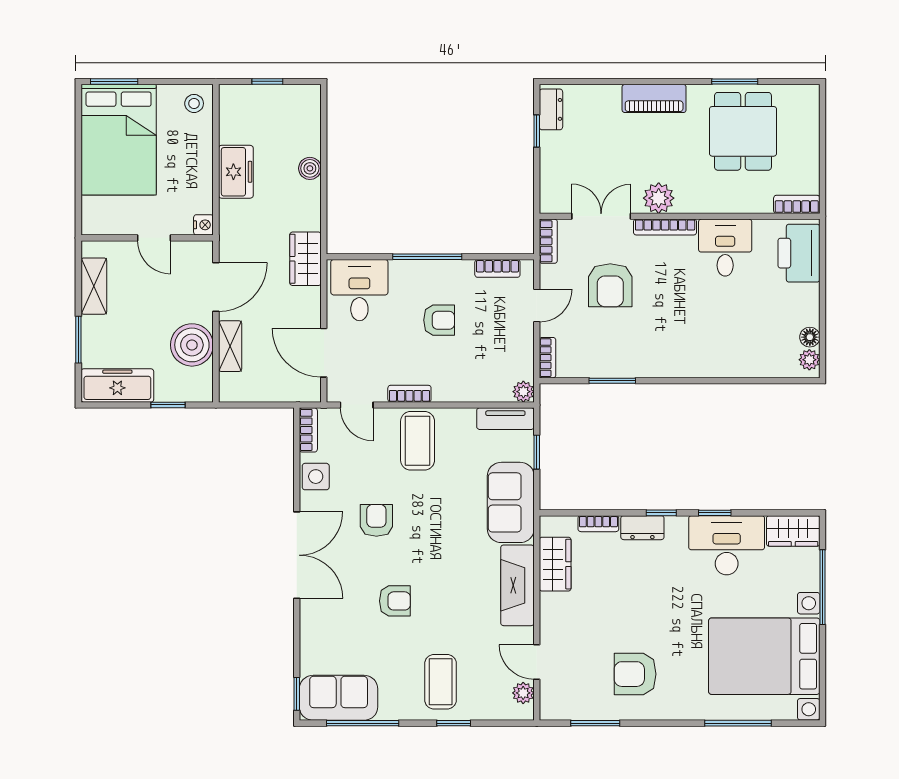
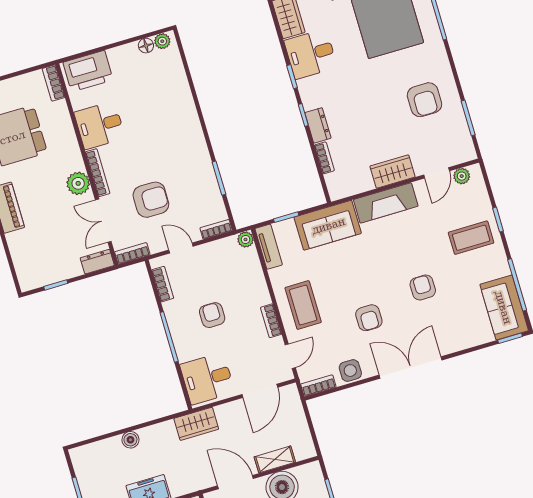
dresser: (551, 109) -> (97, 262), moved
coffee table: (418, 441) -> (303, 305), turned 90
armchair: (376, 520) -> (369, 318), turned -90
desk: (727, 545) -> (311, 54), width x0.73
wardrobe: (555, 564) -> (392, 171), moved

